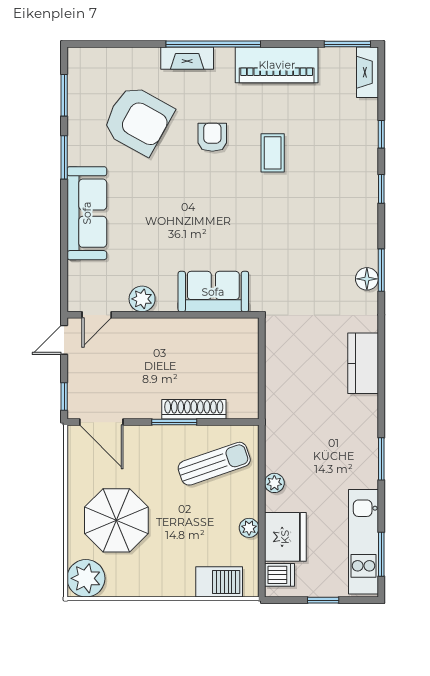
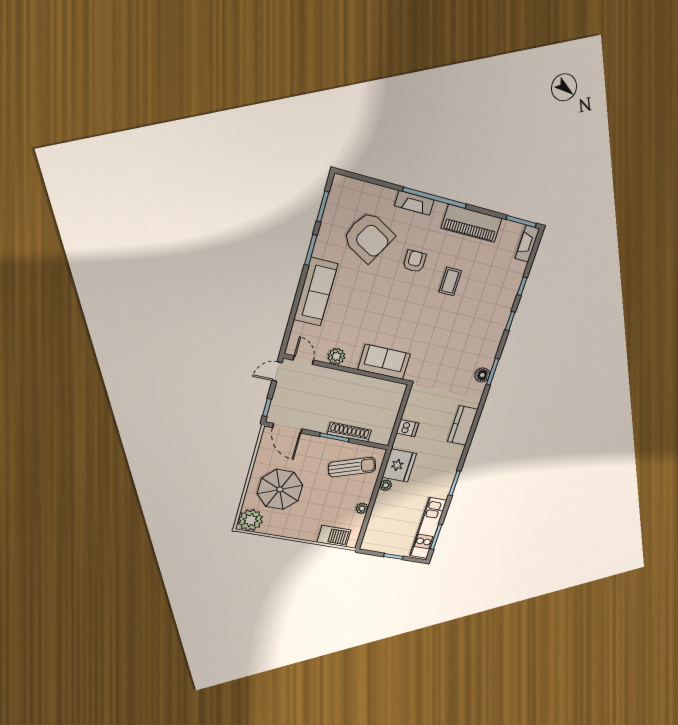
door: (97, 315) -> (303, 360), swing flipped
fridge: (285, 537) -> (399, 465), moved
dishwasher: (279, 575) -> (407, 428), moved

